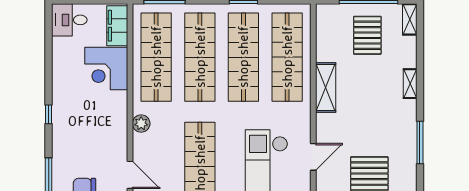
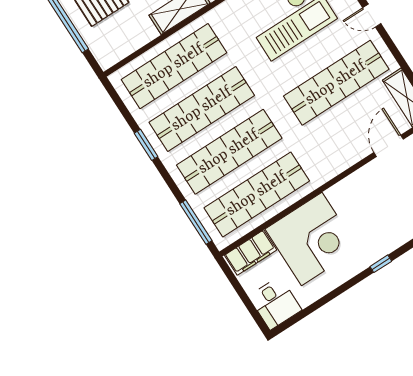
corner desk: (106, 68) -> (312, 239), width x1.36, depth x1.36
plant: (141, 124) -> (331, 167), removed

